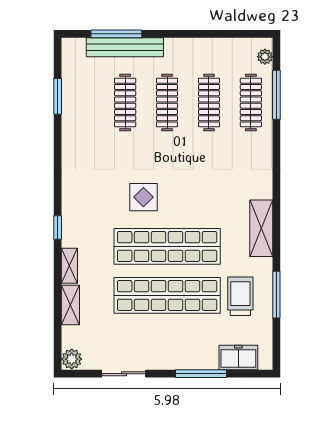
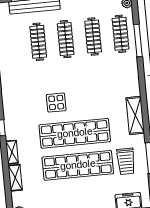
window: (276, 95) -> (138, 40), moved
trolley: (240, 296) -> (126, 161), turned 180

